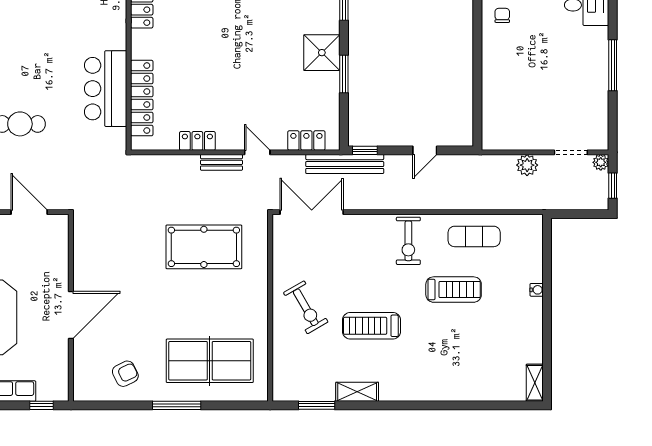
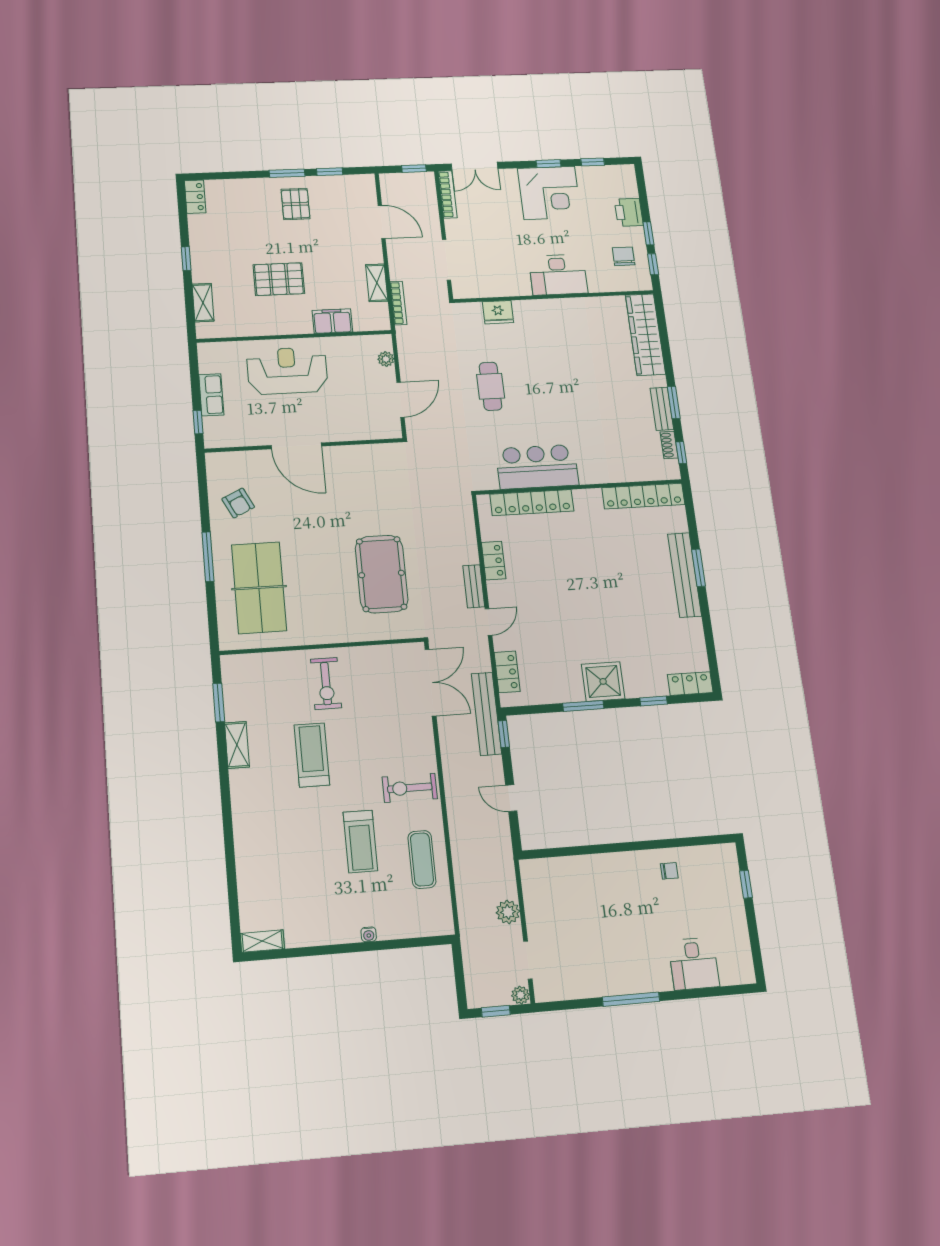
exercise bike: (306, 307) -> (326, 684), turned -60

